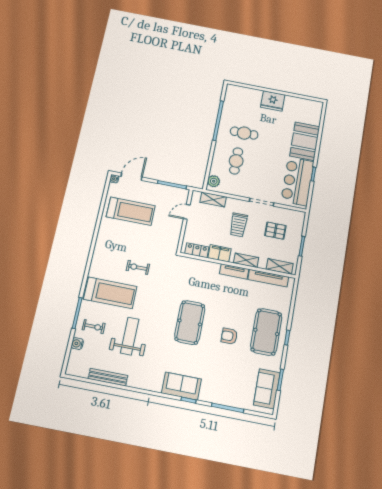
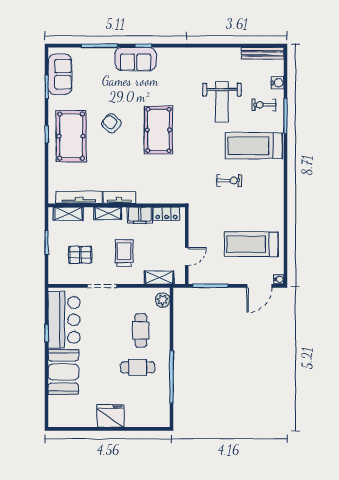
armchair: (229, 336) -> (112, 123), turned -140
bench: (108, 377) -> (263, 53), moved
sofa: (181, 386) -> (136, 59), moved

